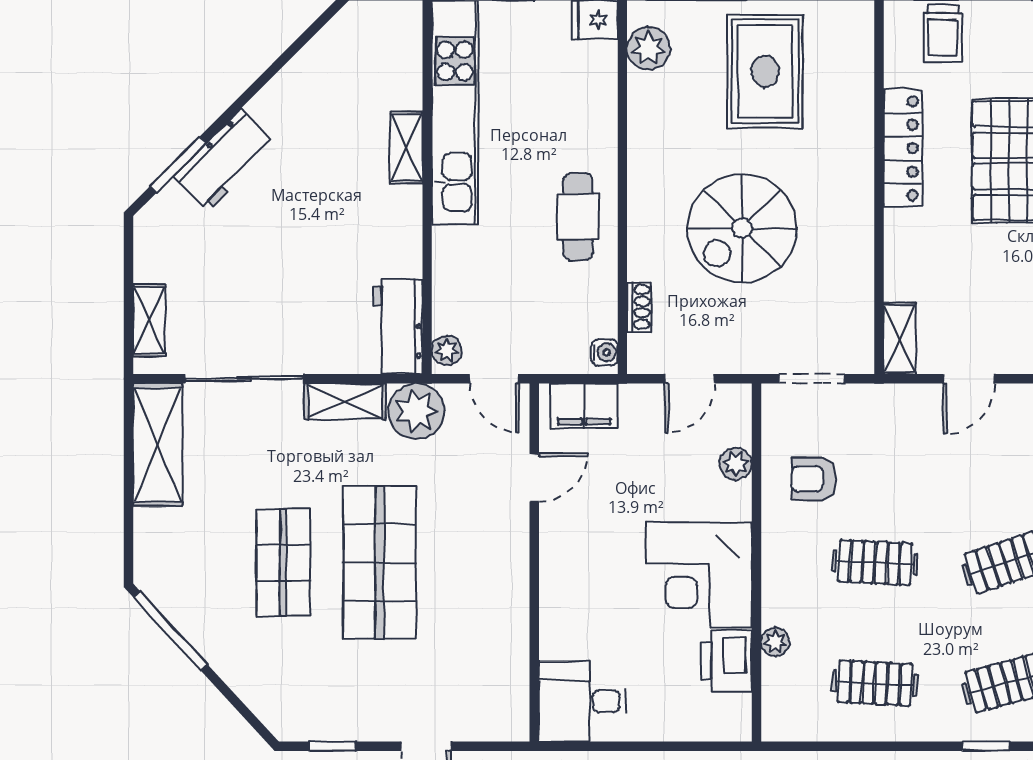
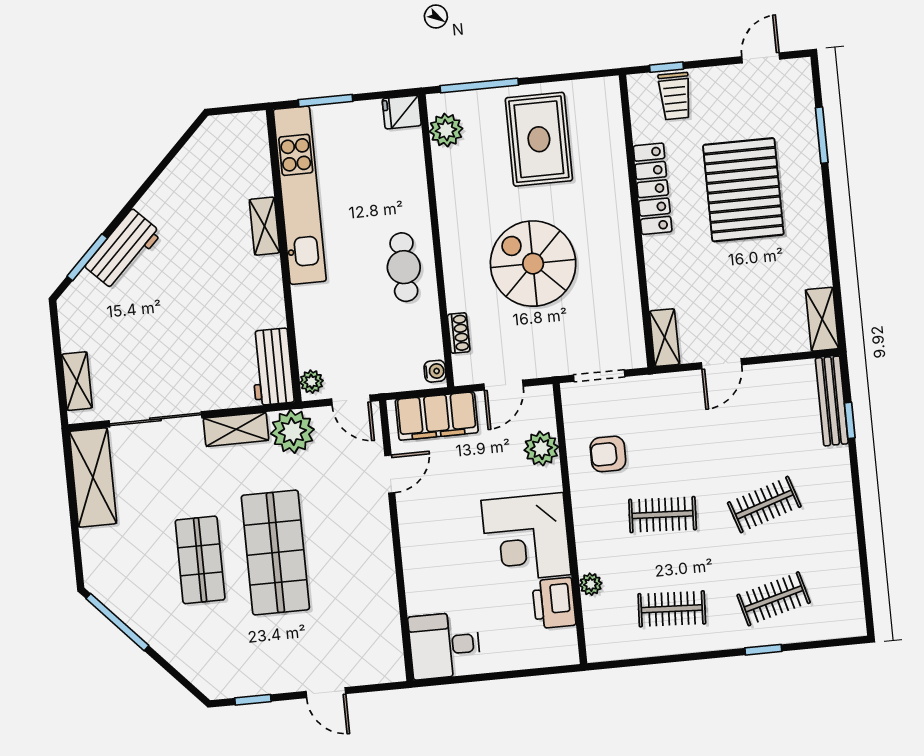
spiral stairs: (742, 228) -> (533, 264), turned 90
filing cabinet: (584, 406) -> (437, 416), width x1.50, depth x1.17
plant: (736, 464) -> (541, 448), width x1.38, depth x1.38

